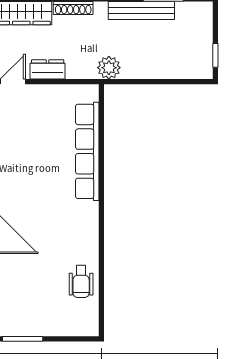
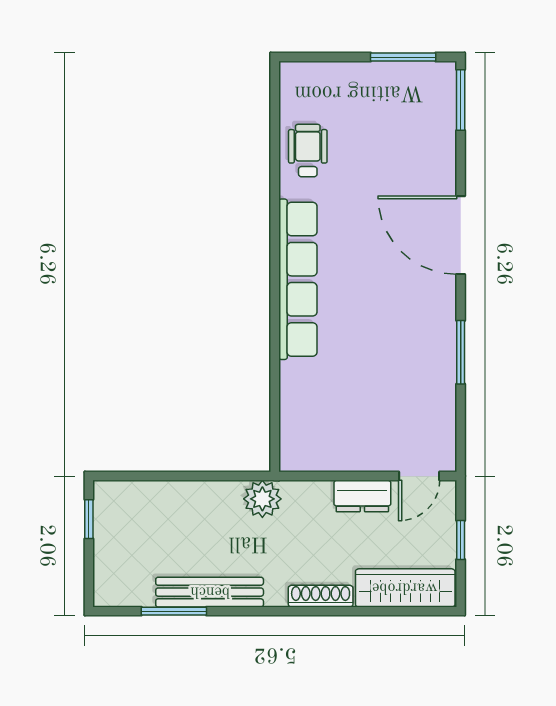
row of seats: (87, 151) -> (298, 279), moved

